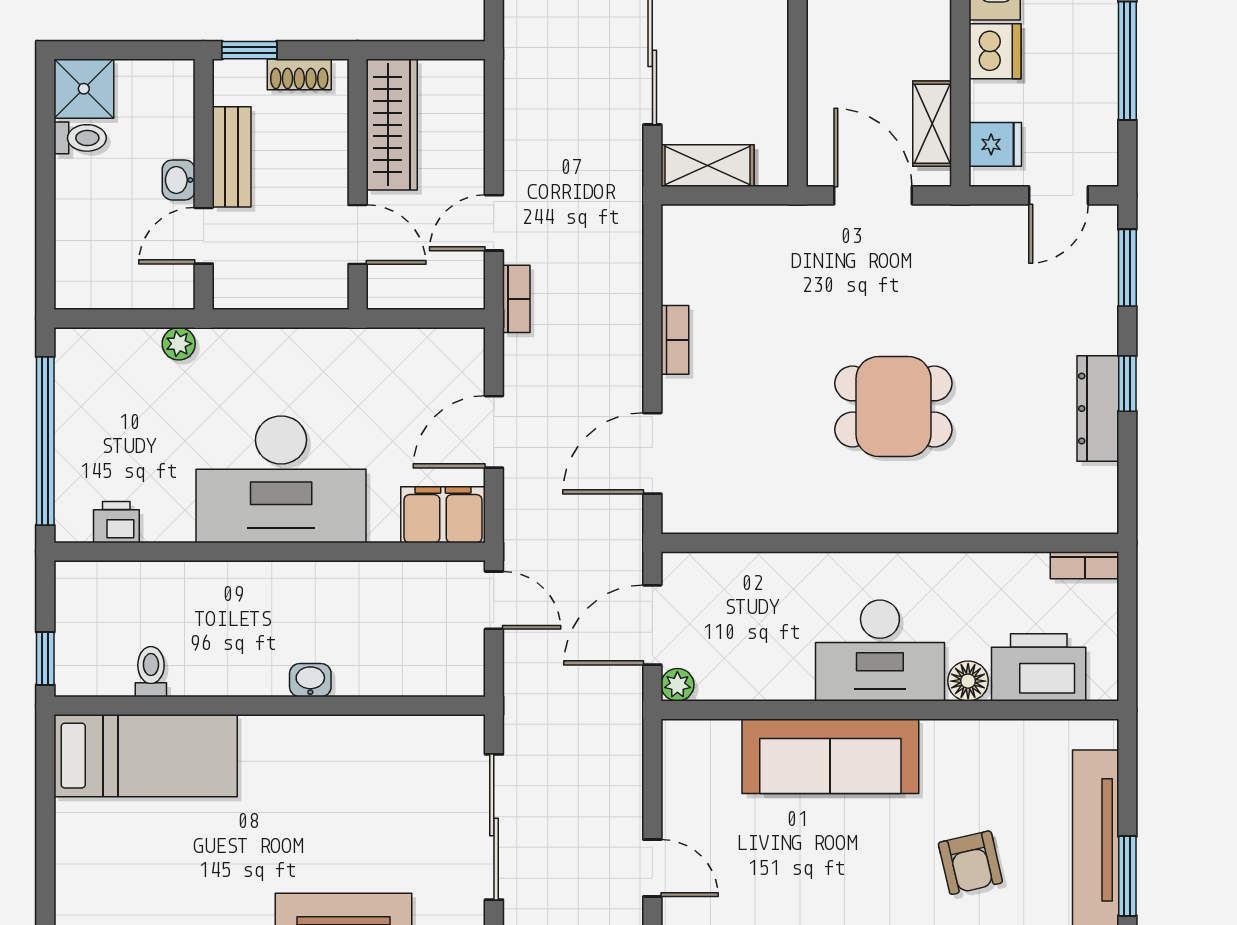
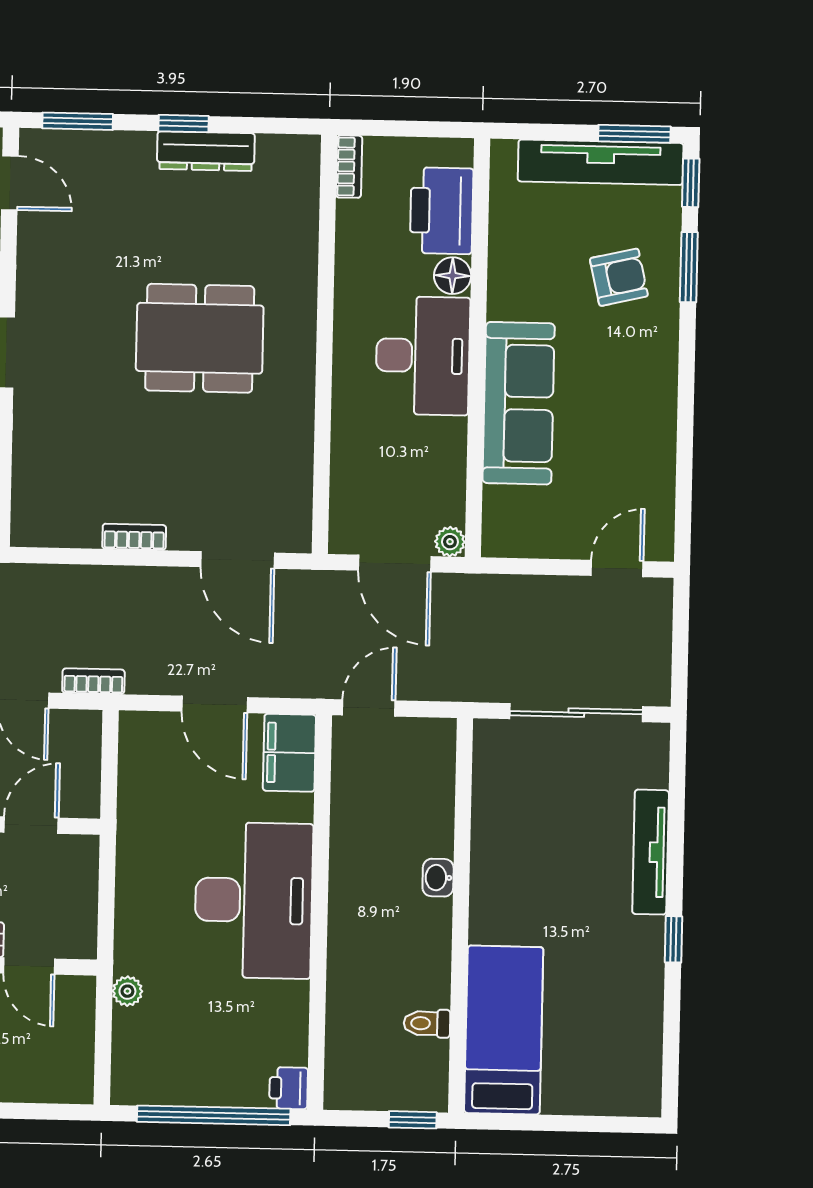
dining table: (893, 406) -> (200, 338), width x1.38
printer: (116, 522) -> (289, 1088), moved

